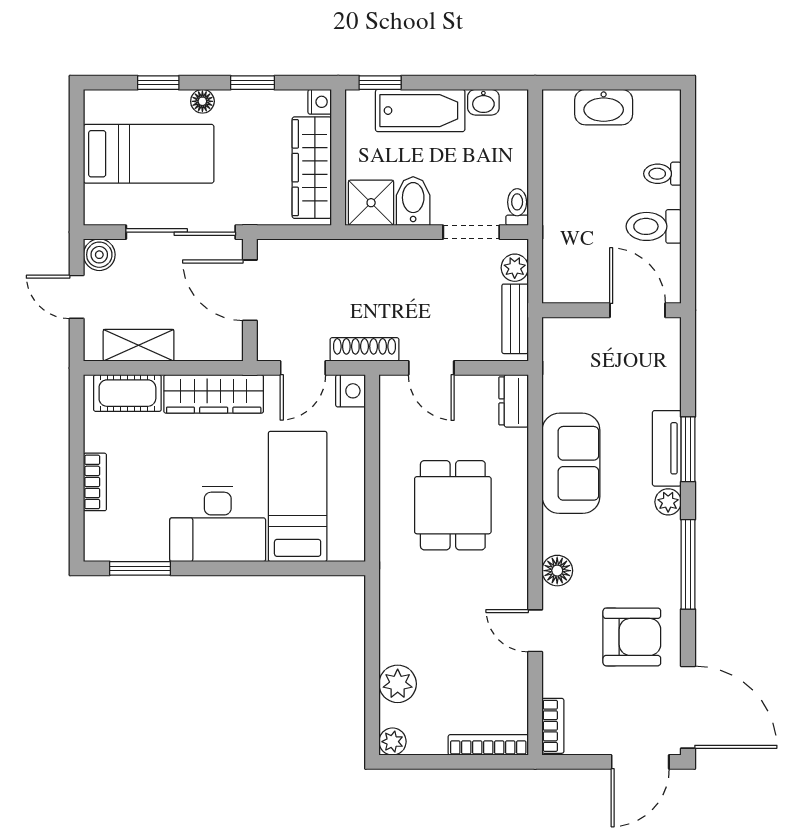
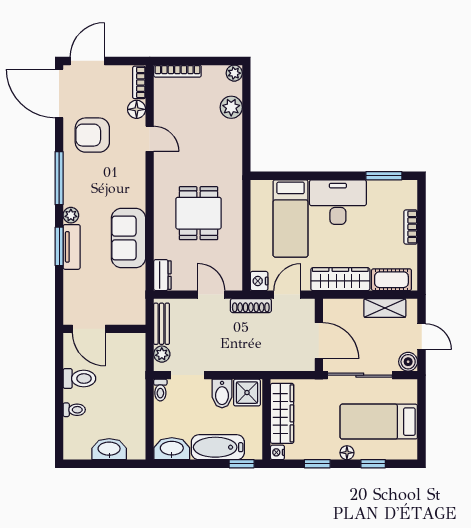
washbasin: (483, 102) -> (172, 449), width x1.91, depth x1.45
floor lamp: (557, 571) -> (137, 109), moved

